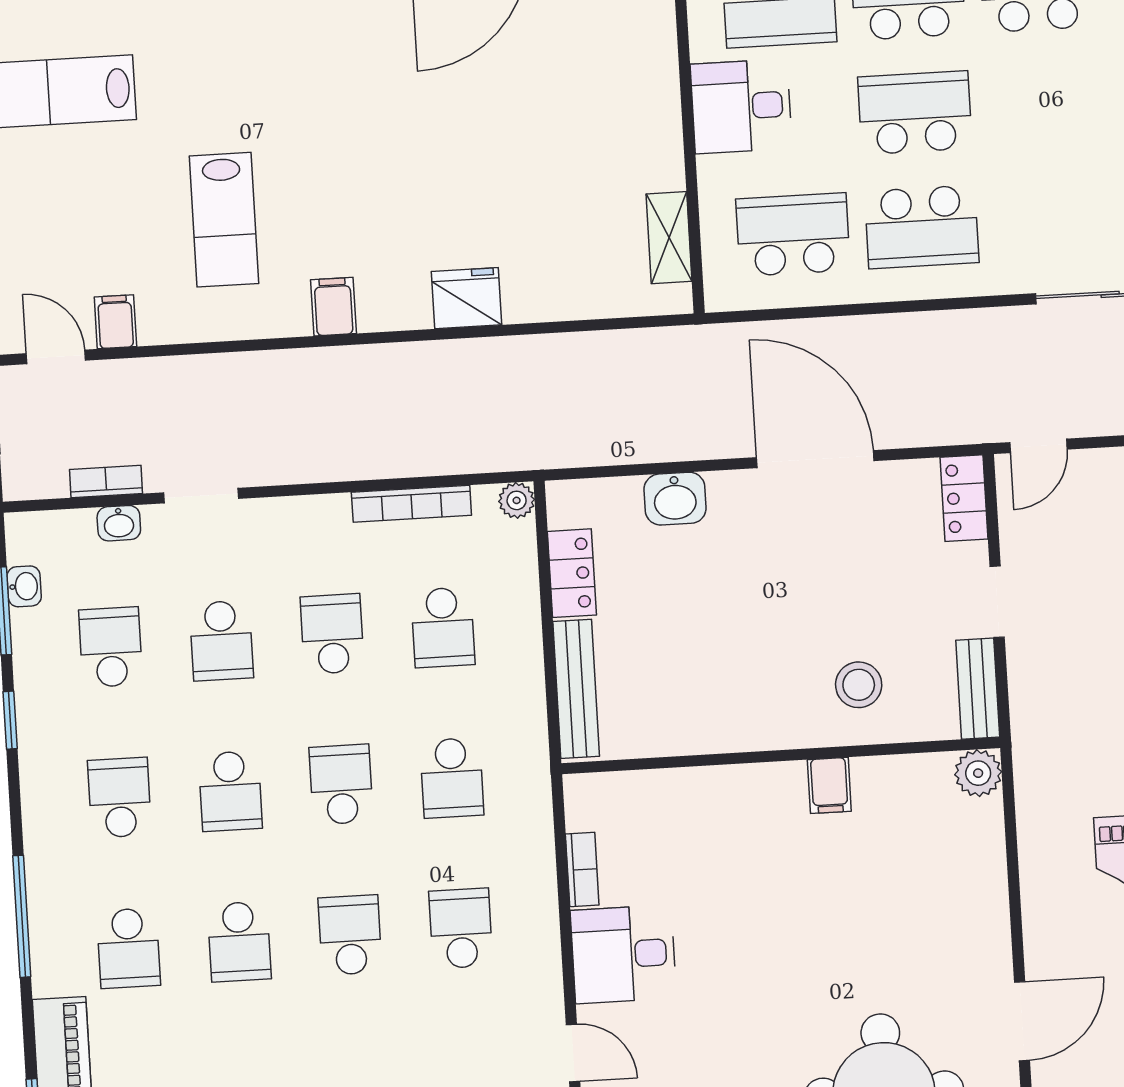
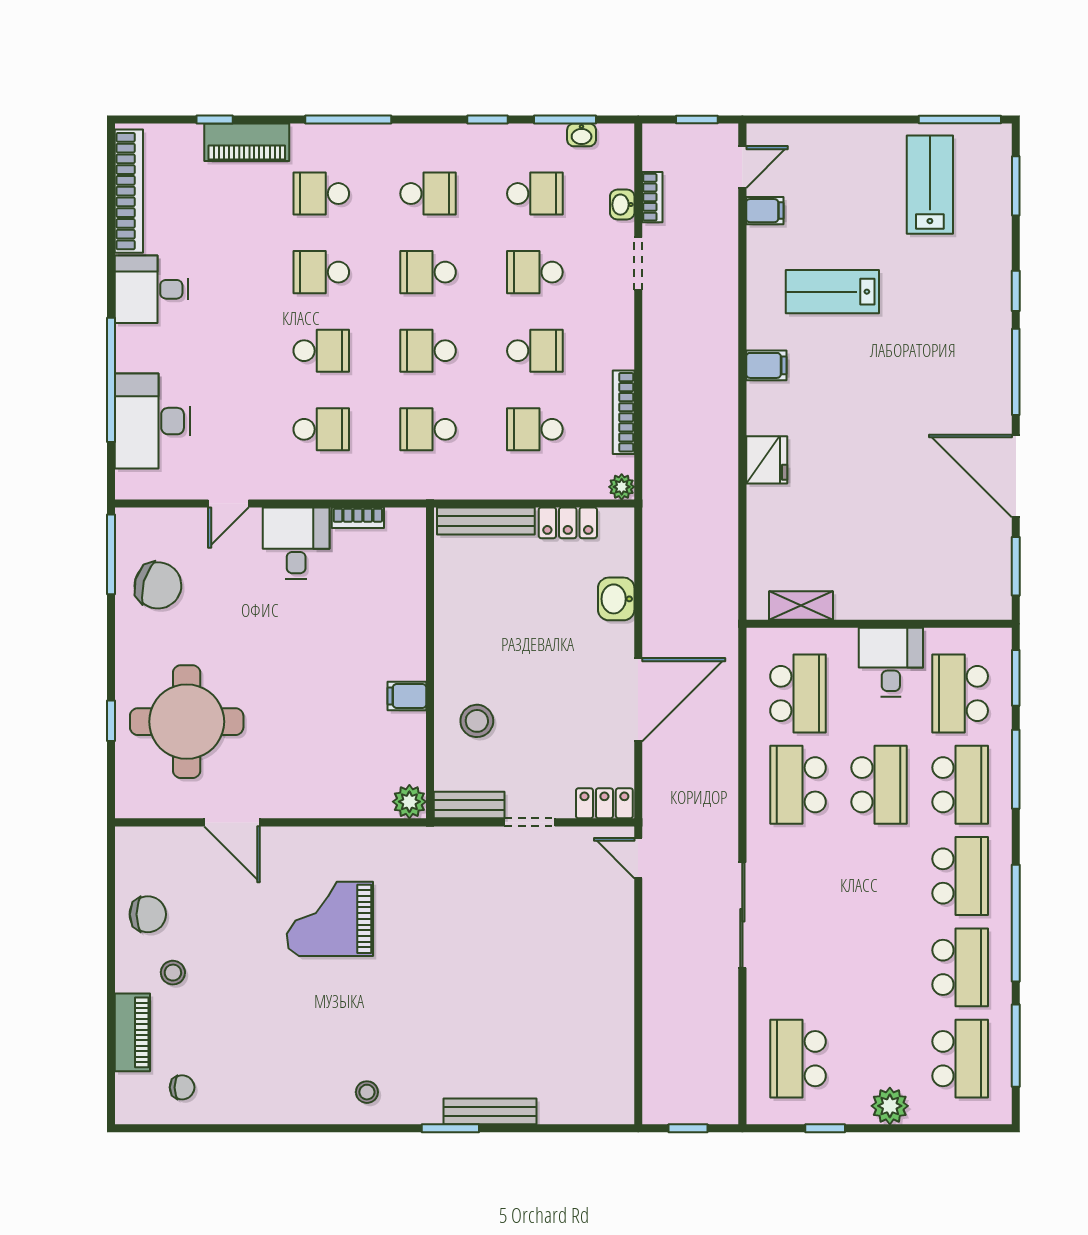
school desk: (341, 784) -> (428, 351), turned 180

